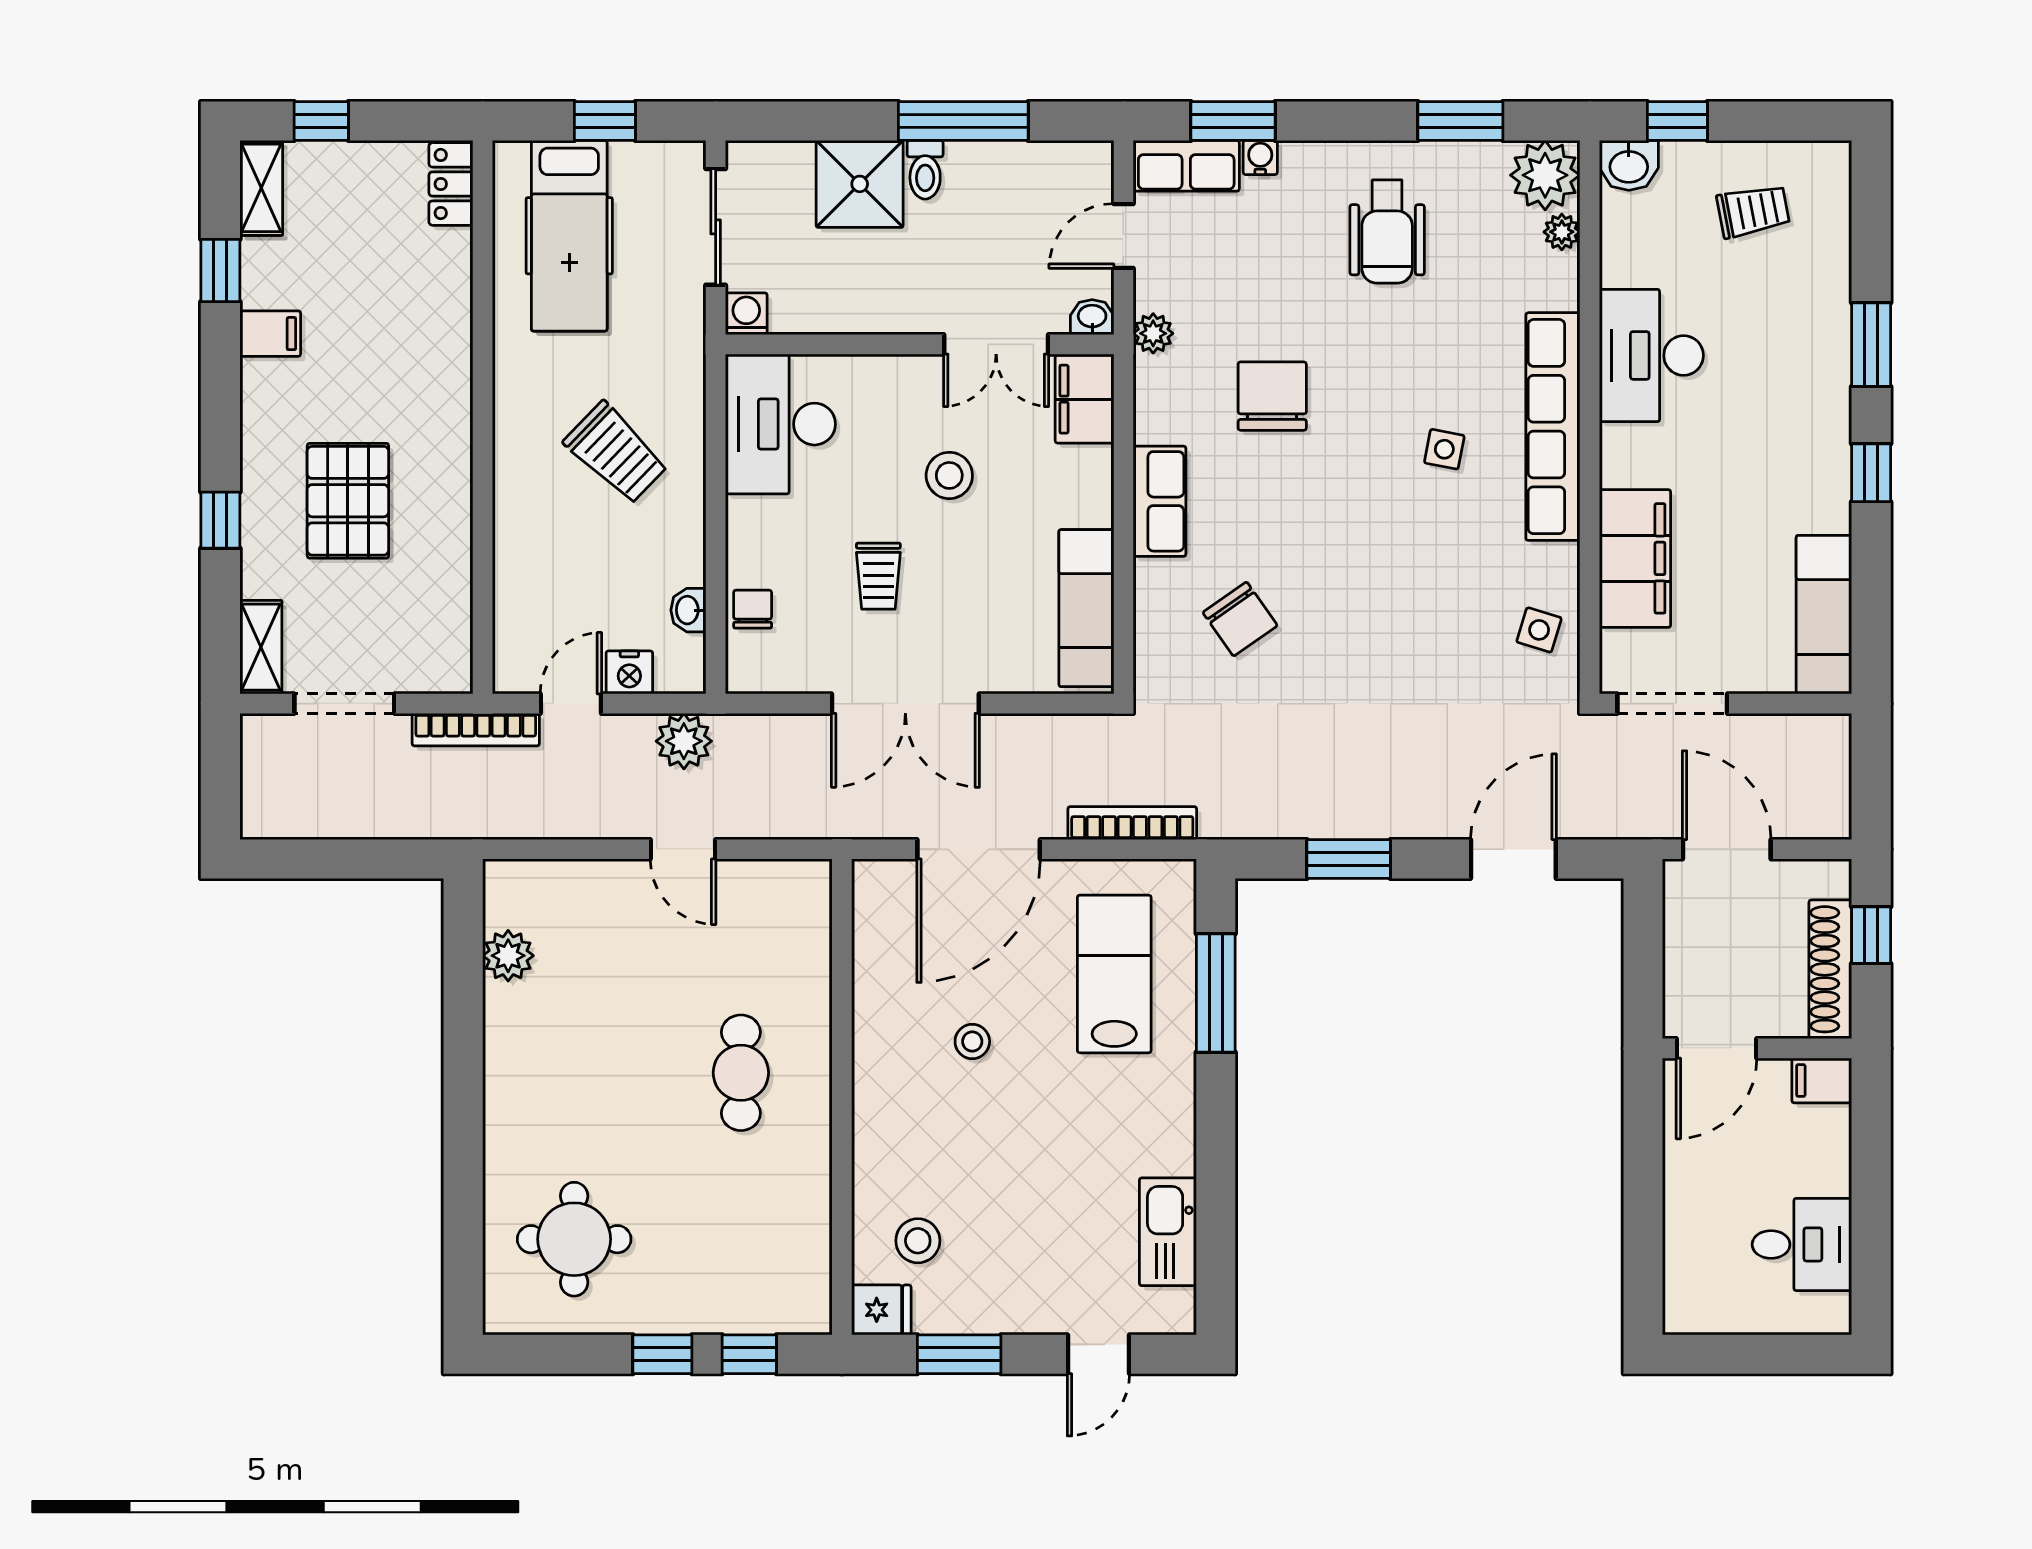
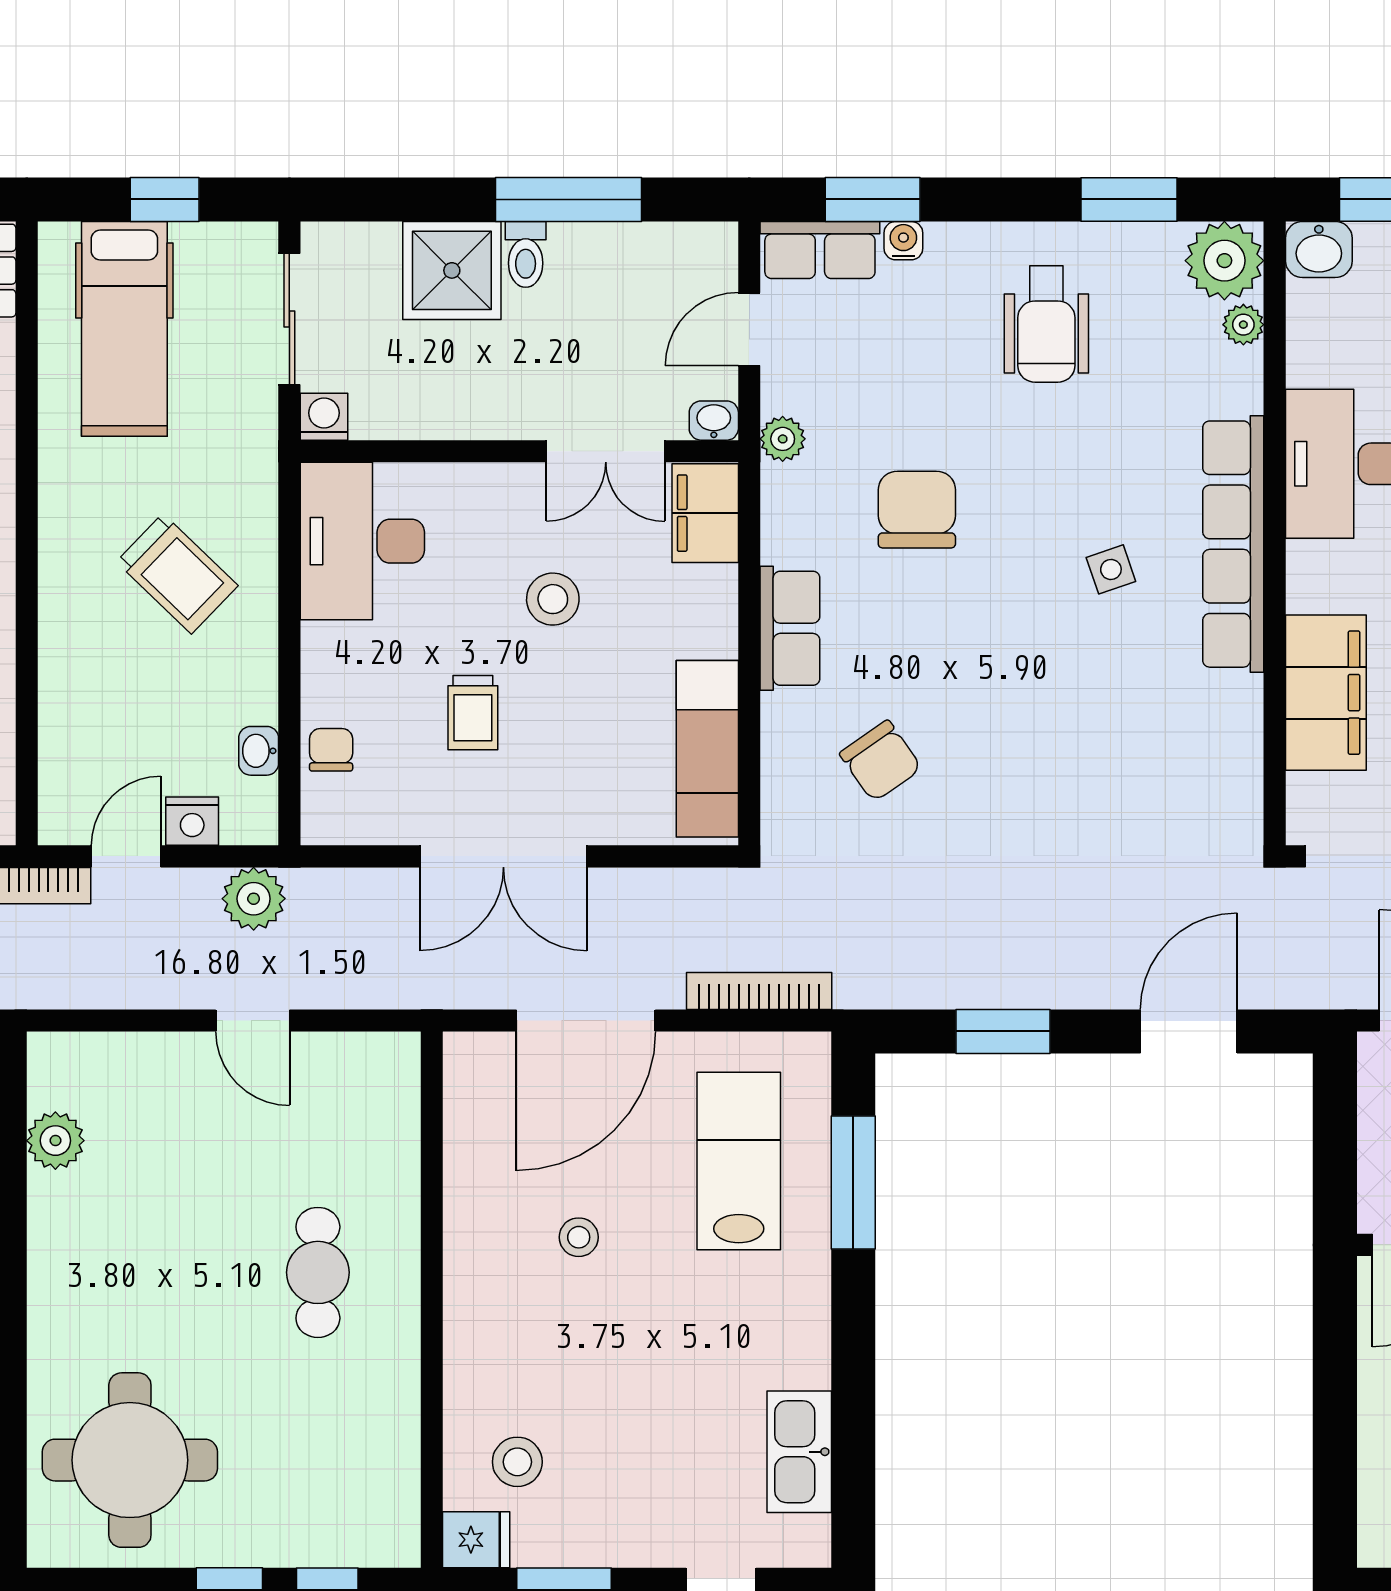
side table: (1444, 449) -> (1111, 569), turned -30
side table: (1539, 630) -> (1218, 773), removed
round table: (574, 1239) -> (130, 1460), width x1.36, depth x1.36

